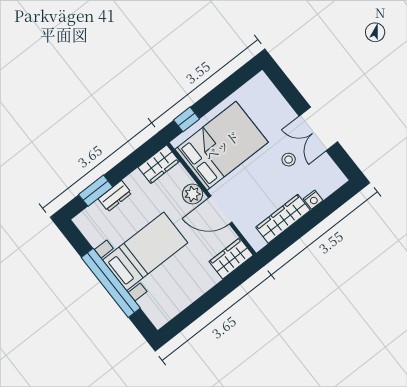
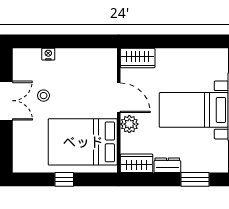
window: (187, 119) -> (64, 179), moved
dresser: (115, 196) -> (167, 165), moved
wardrobe: (283, 219) -> (80, 57), removed

